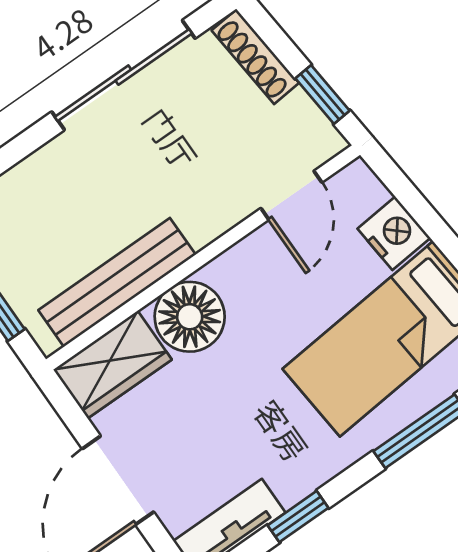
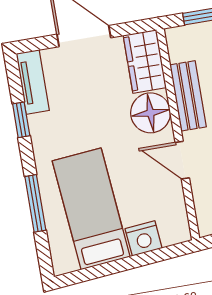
door: (291, 195) -> (182, 160), moved
bench: (117, 282) -> (188, 96), width x0.73

